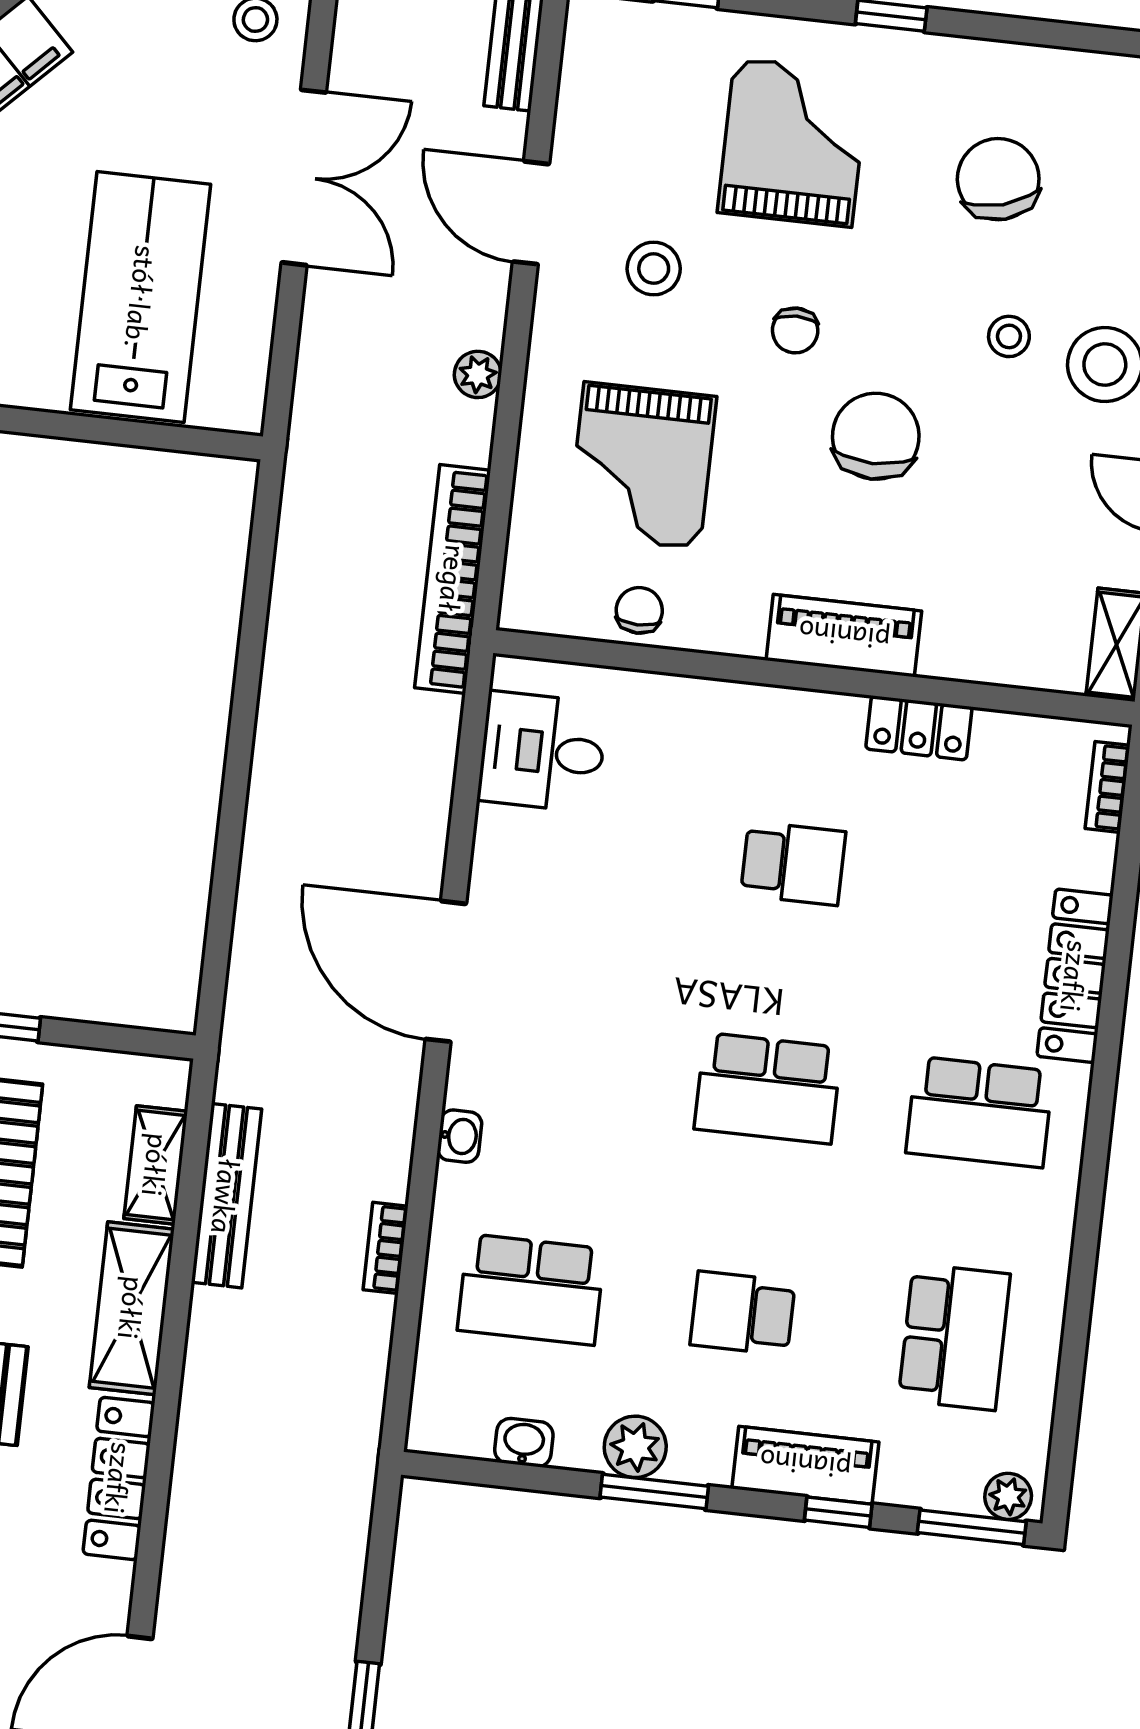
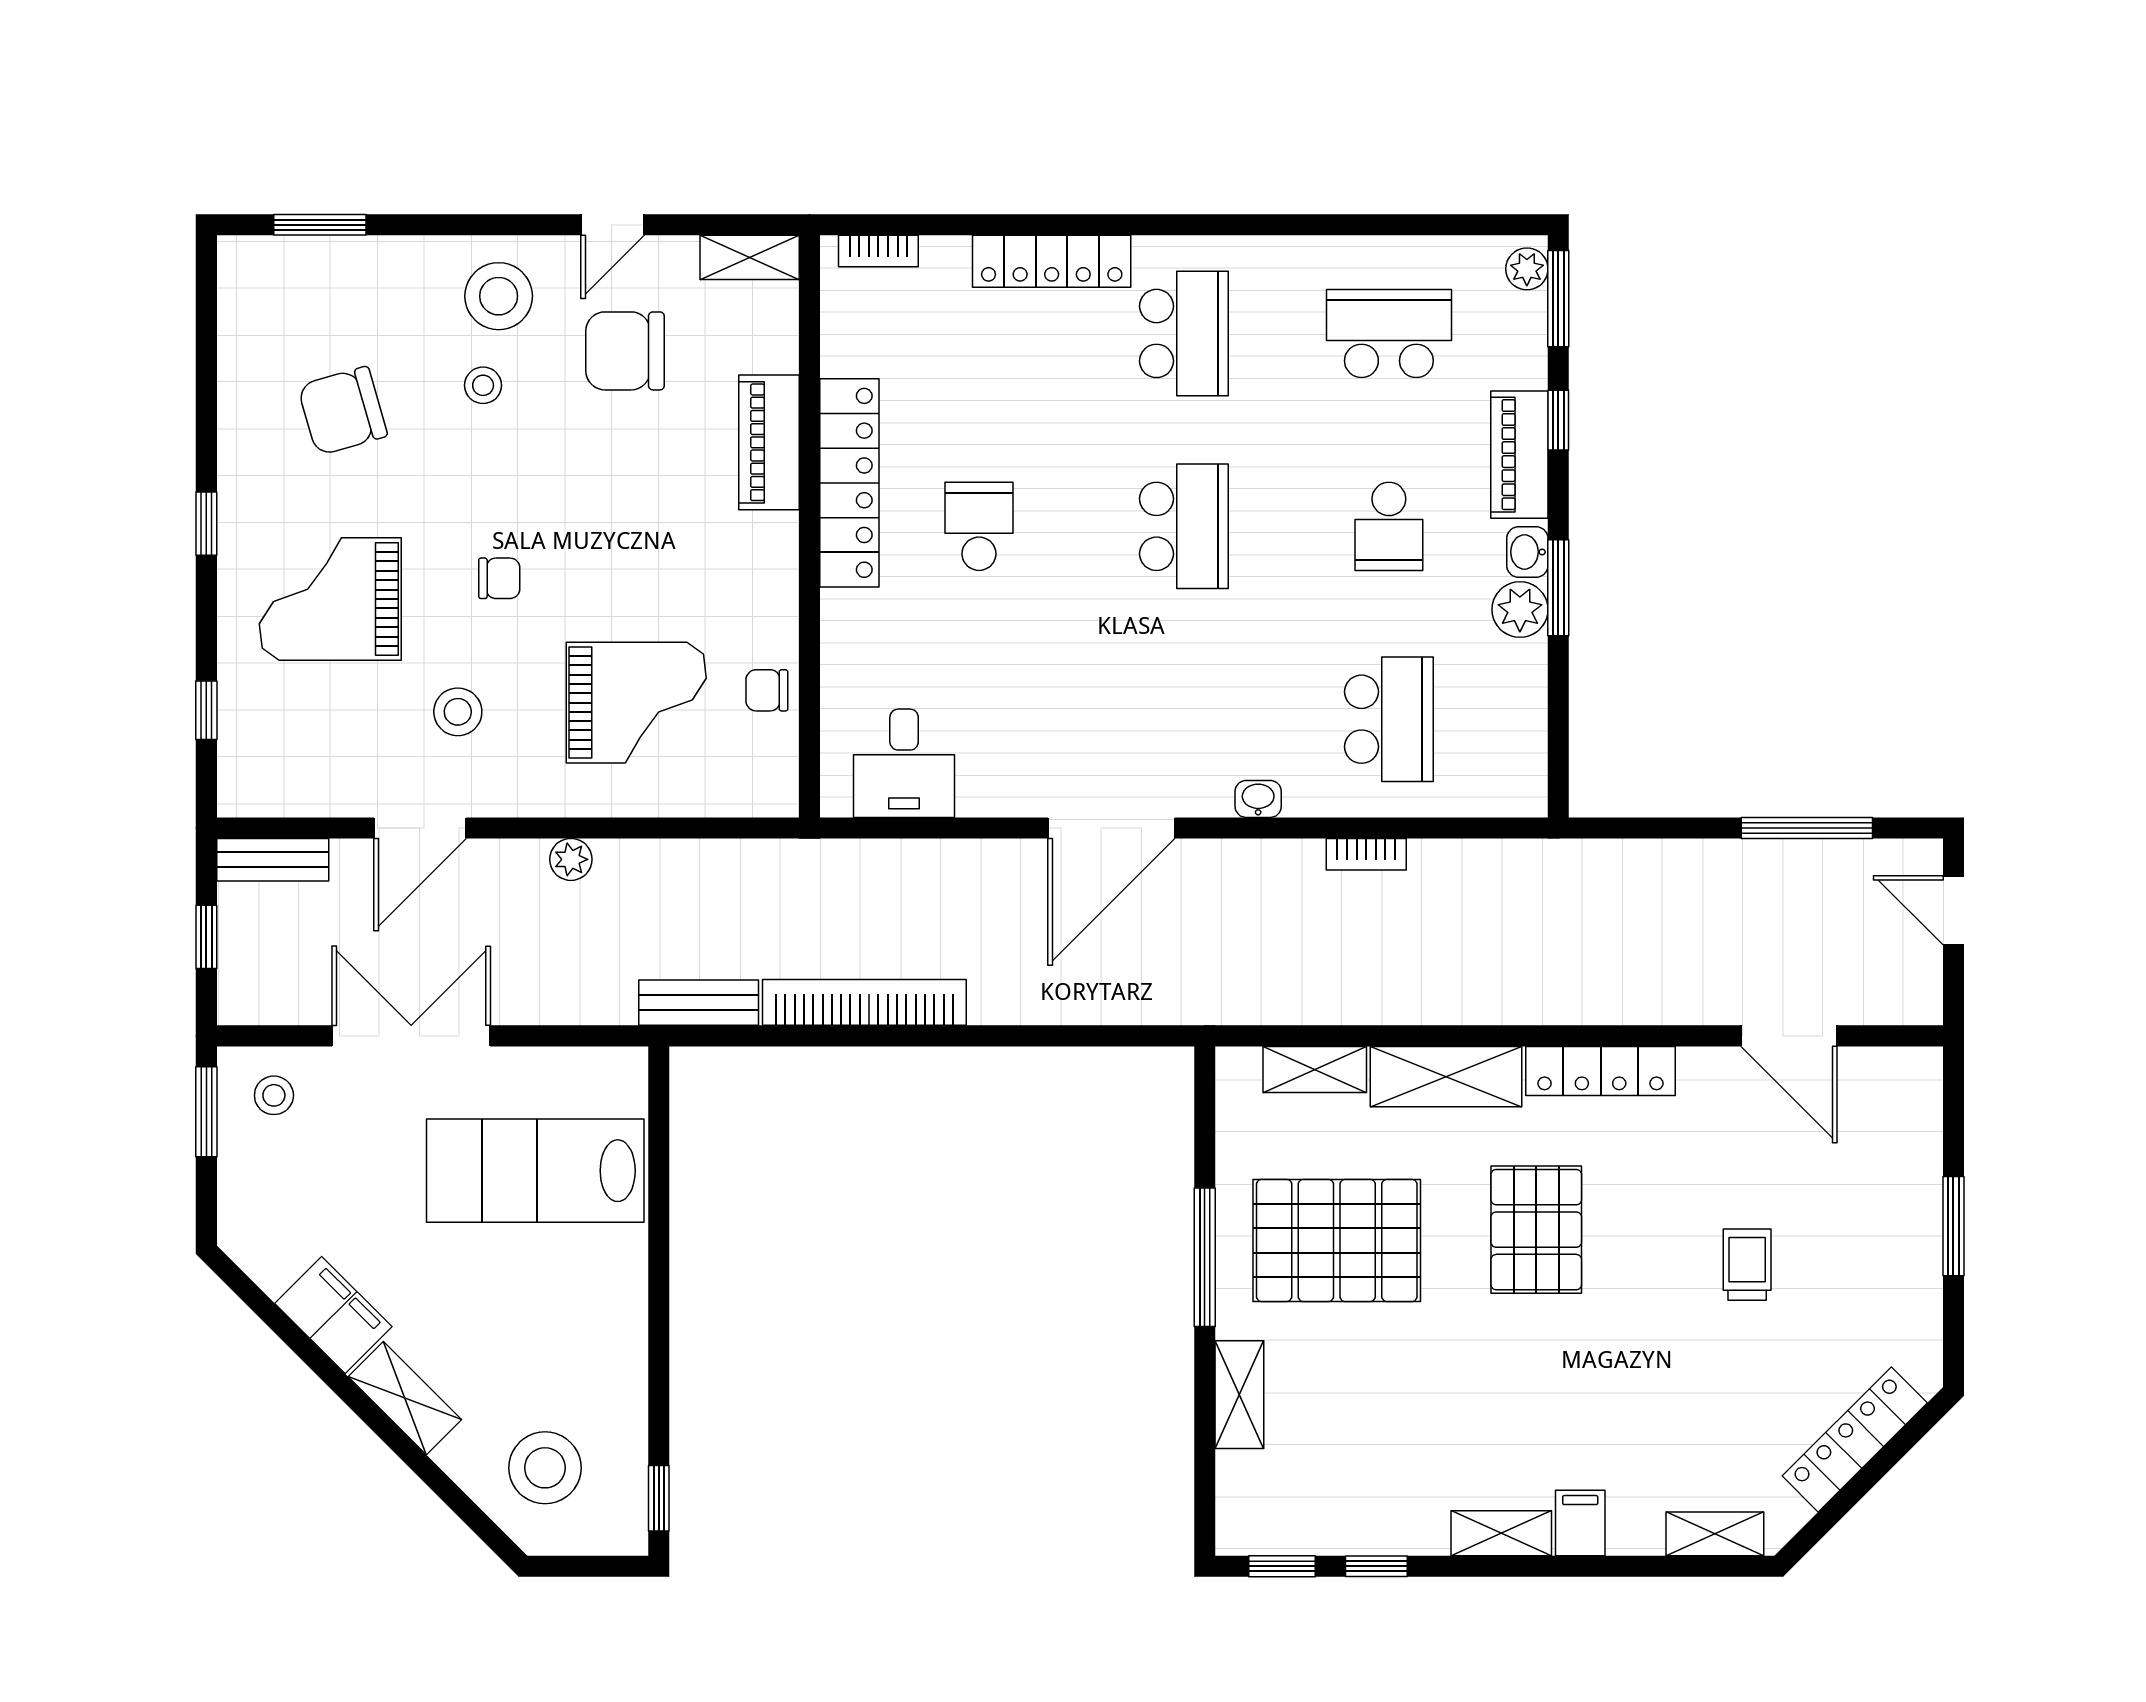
chair: (876, 436) -> (625, 351), moved
bookcase: (453, 579) -> (864, 1002), moved, turned 180
piano: (844, 636) -> (769, 442), moved
locker: (919, 728) -> (849, 483), width x2.16, depth x1.21
bench: (226, 1196) -> (699, 1003), moved, width x0.73
washbasin: (524, 1443) -> (1527, 552), moved

